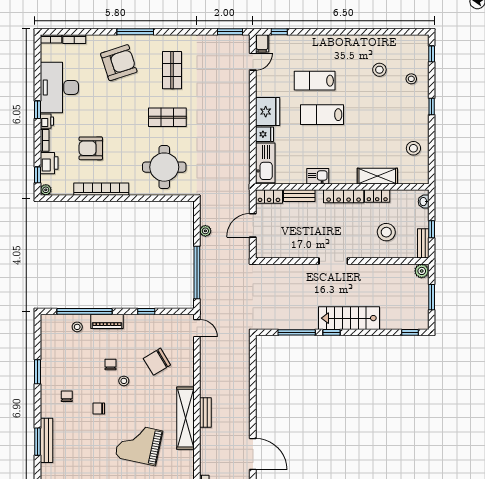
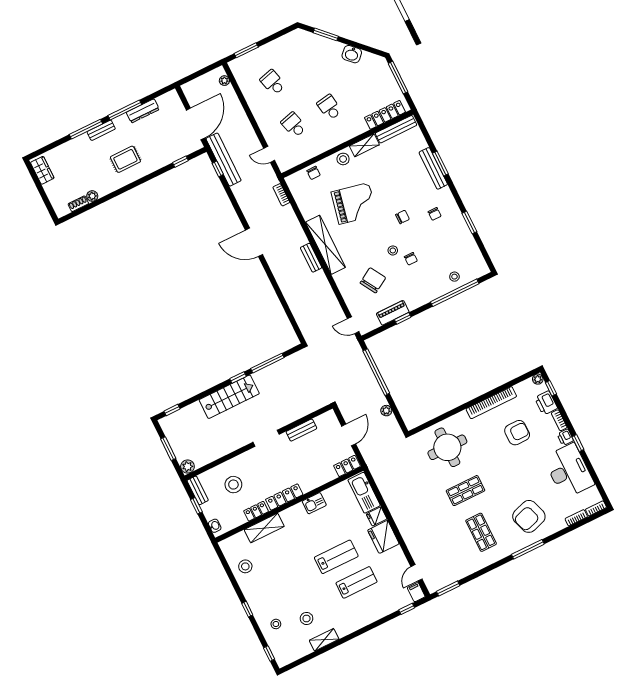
shelving: (373, 41) -> (324, 640), added
bench: (299, 196) -> (301, 430), moved
piano: (107, 321) -> (393, 313), moved

